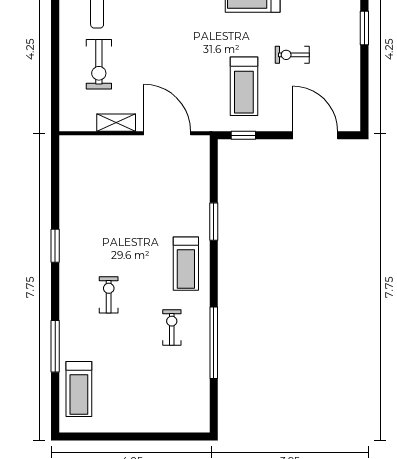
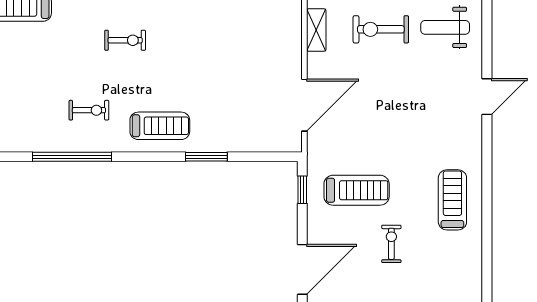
treadmill: (244, 86) -> (357, 190), turned 180
shelving: (116, 123) -> (316, 30), moved
treadmill: (186, 264) -> (160, 126), turned 180

